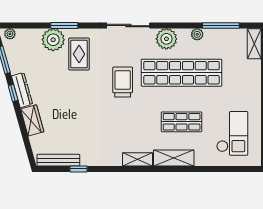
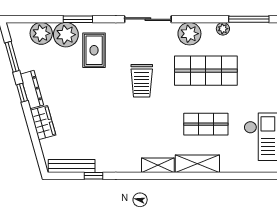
plant: (10, 34) -> (41, 33), moved, width x1.88, depth x1.88
shop shelf: (182, 73) -> (206, 71), width x0.71
trolley: (123, 82) -> (142, 81), turned 180

